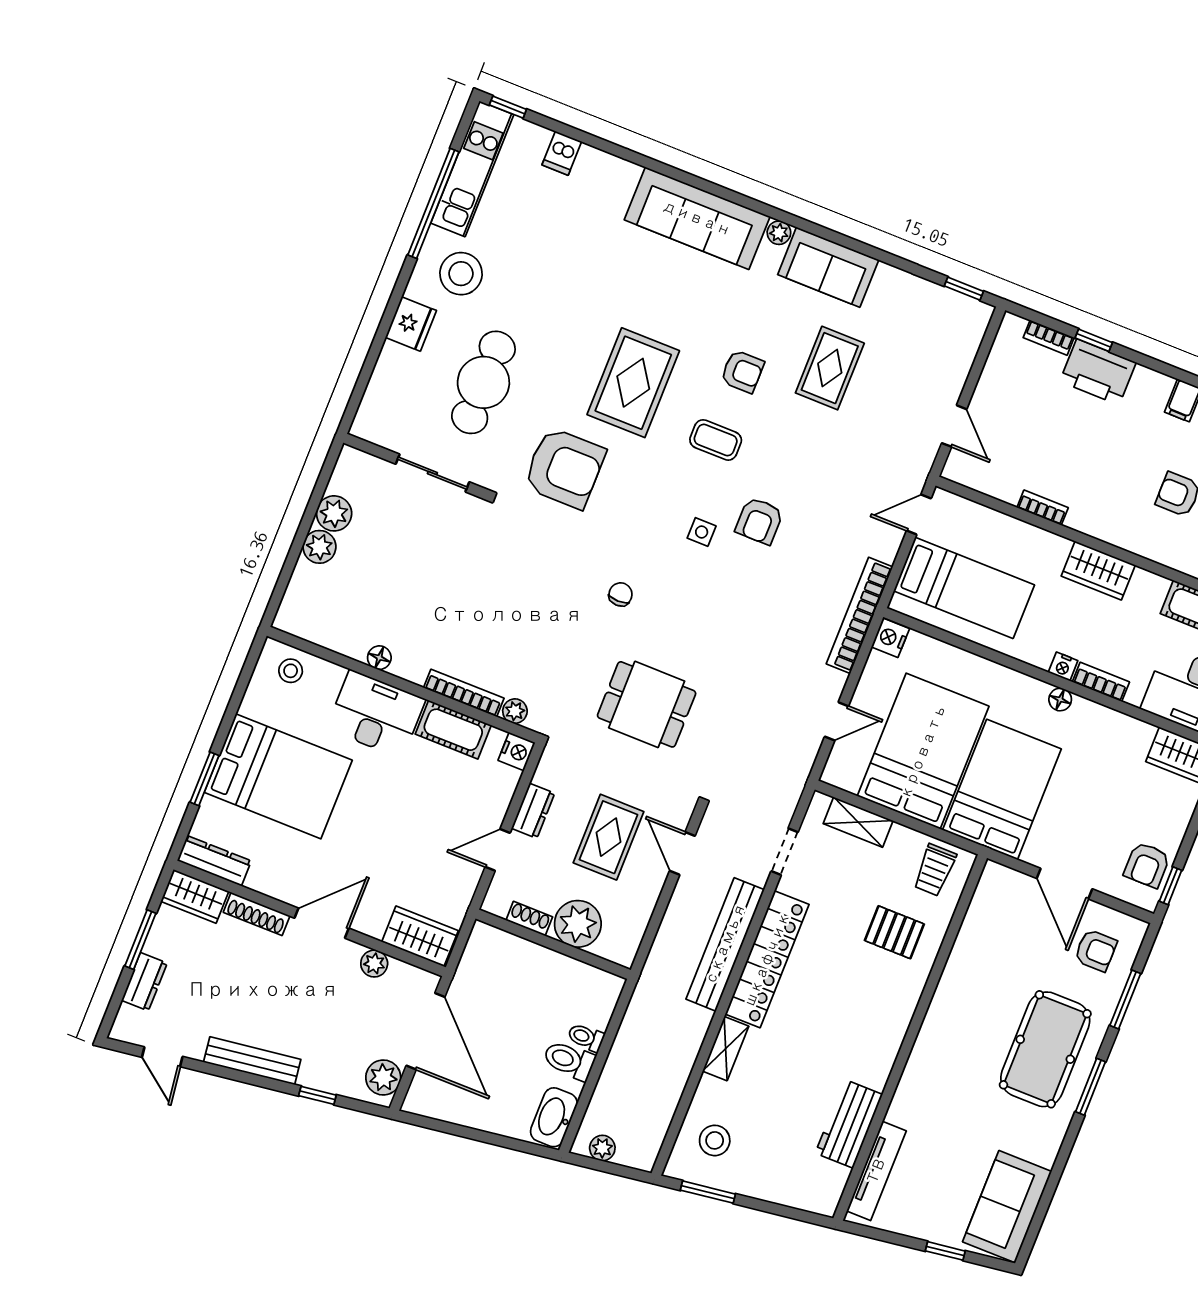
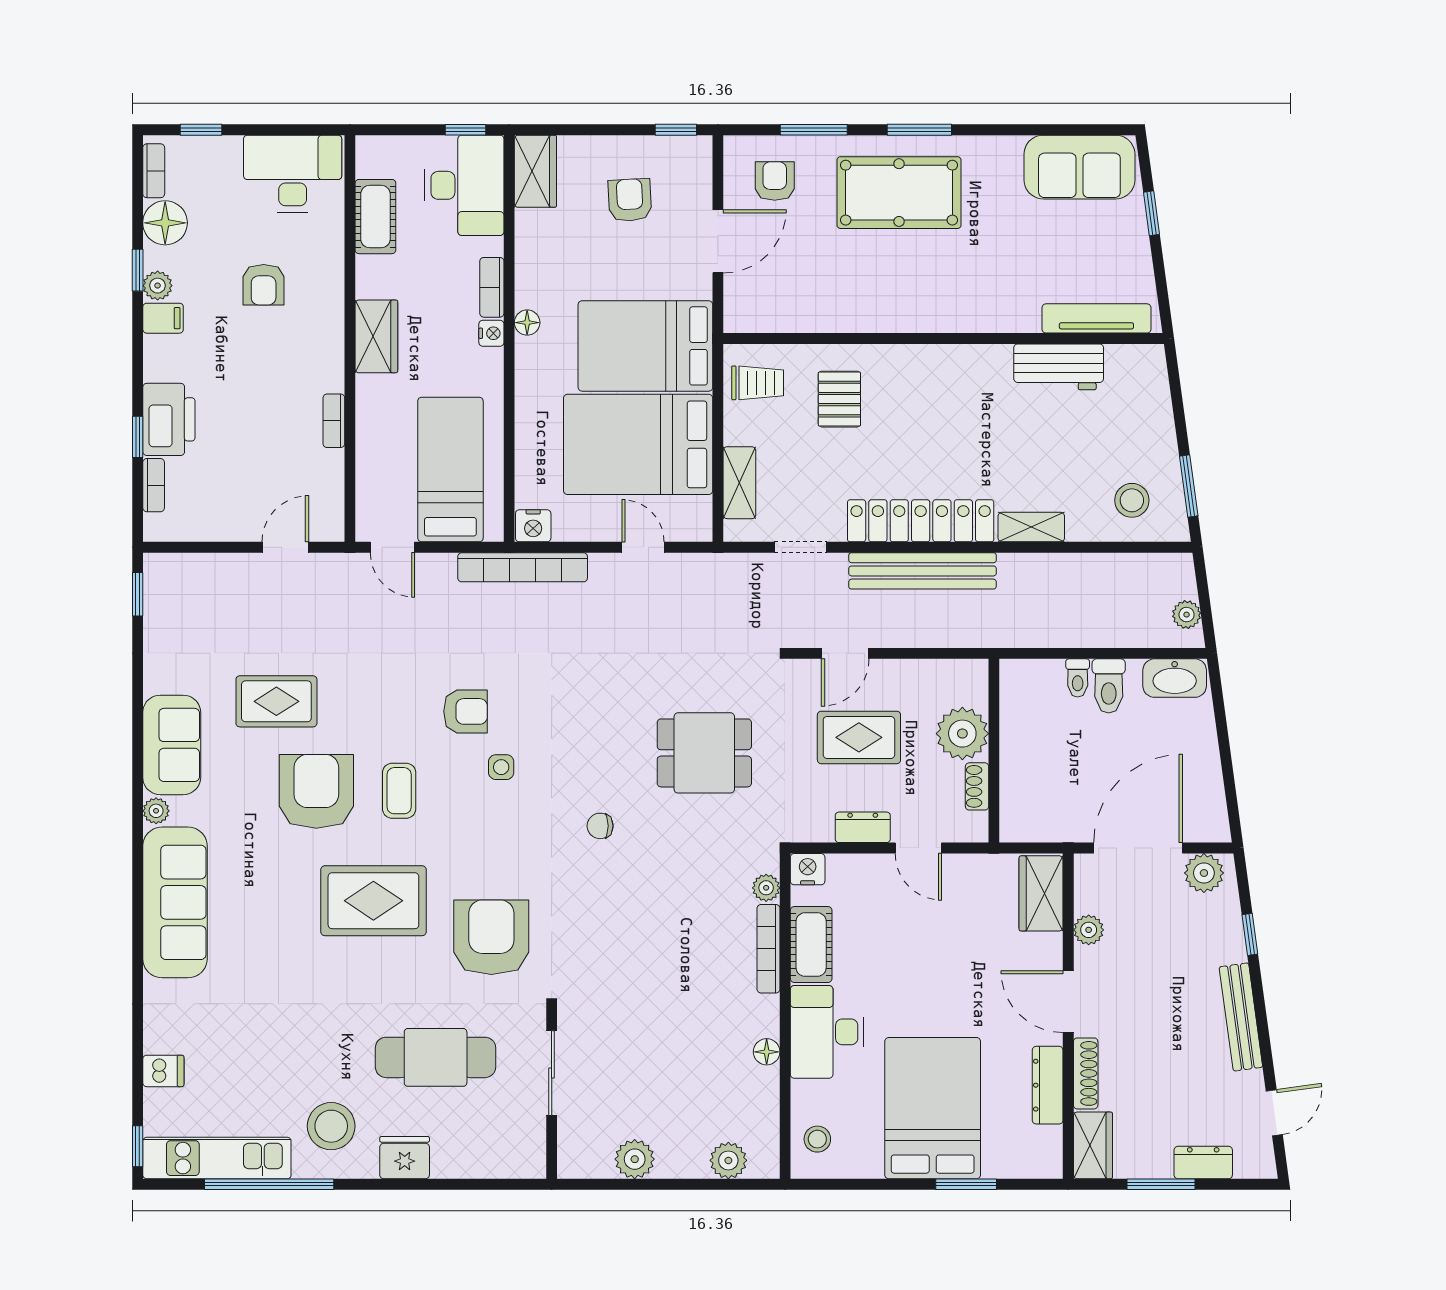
armchair: (742, 371) -> (316, 791), width x1.88, depth x1.88
plant: (319, 547) -> (728, 1160), moved
dining table: (647, 704) -> (704, 753), turned 90
dresser: (214, 861) -> (1048, 1085), moved
armchair: (1147, 865) -> (630, 200), moved, turned -93

